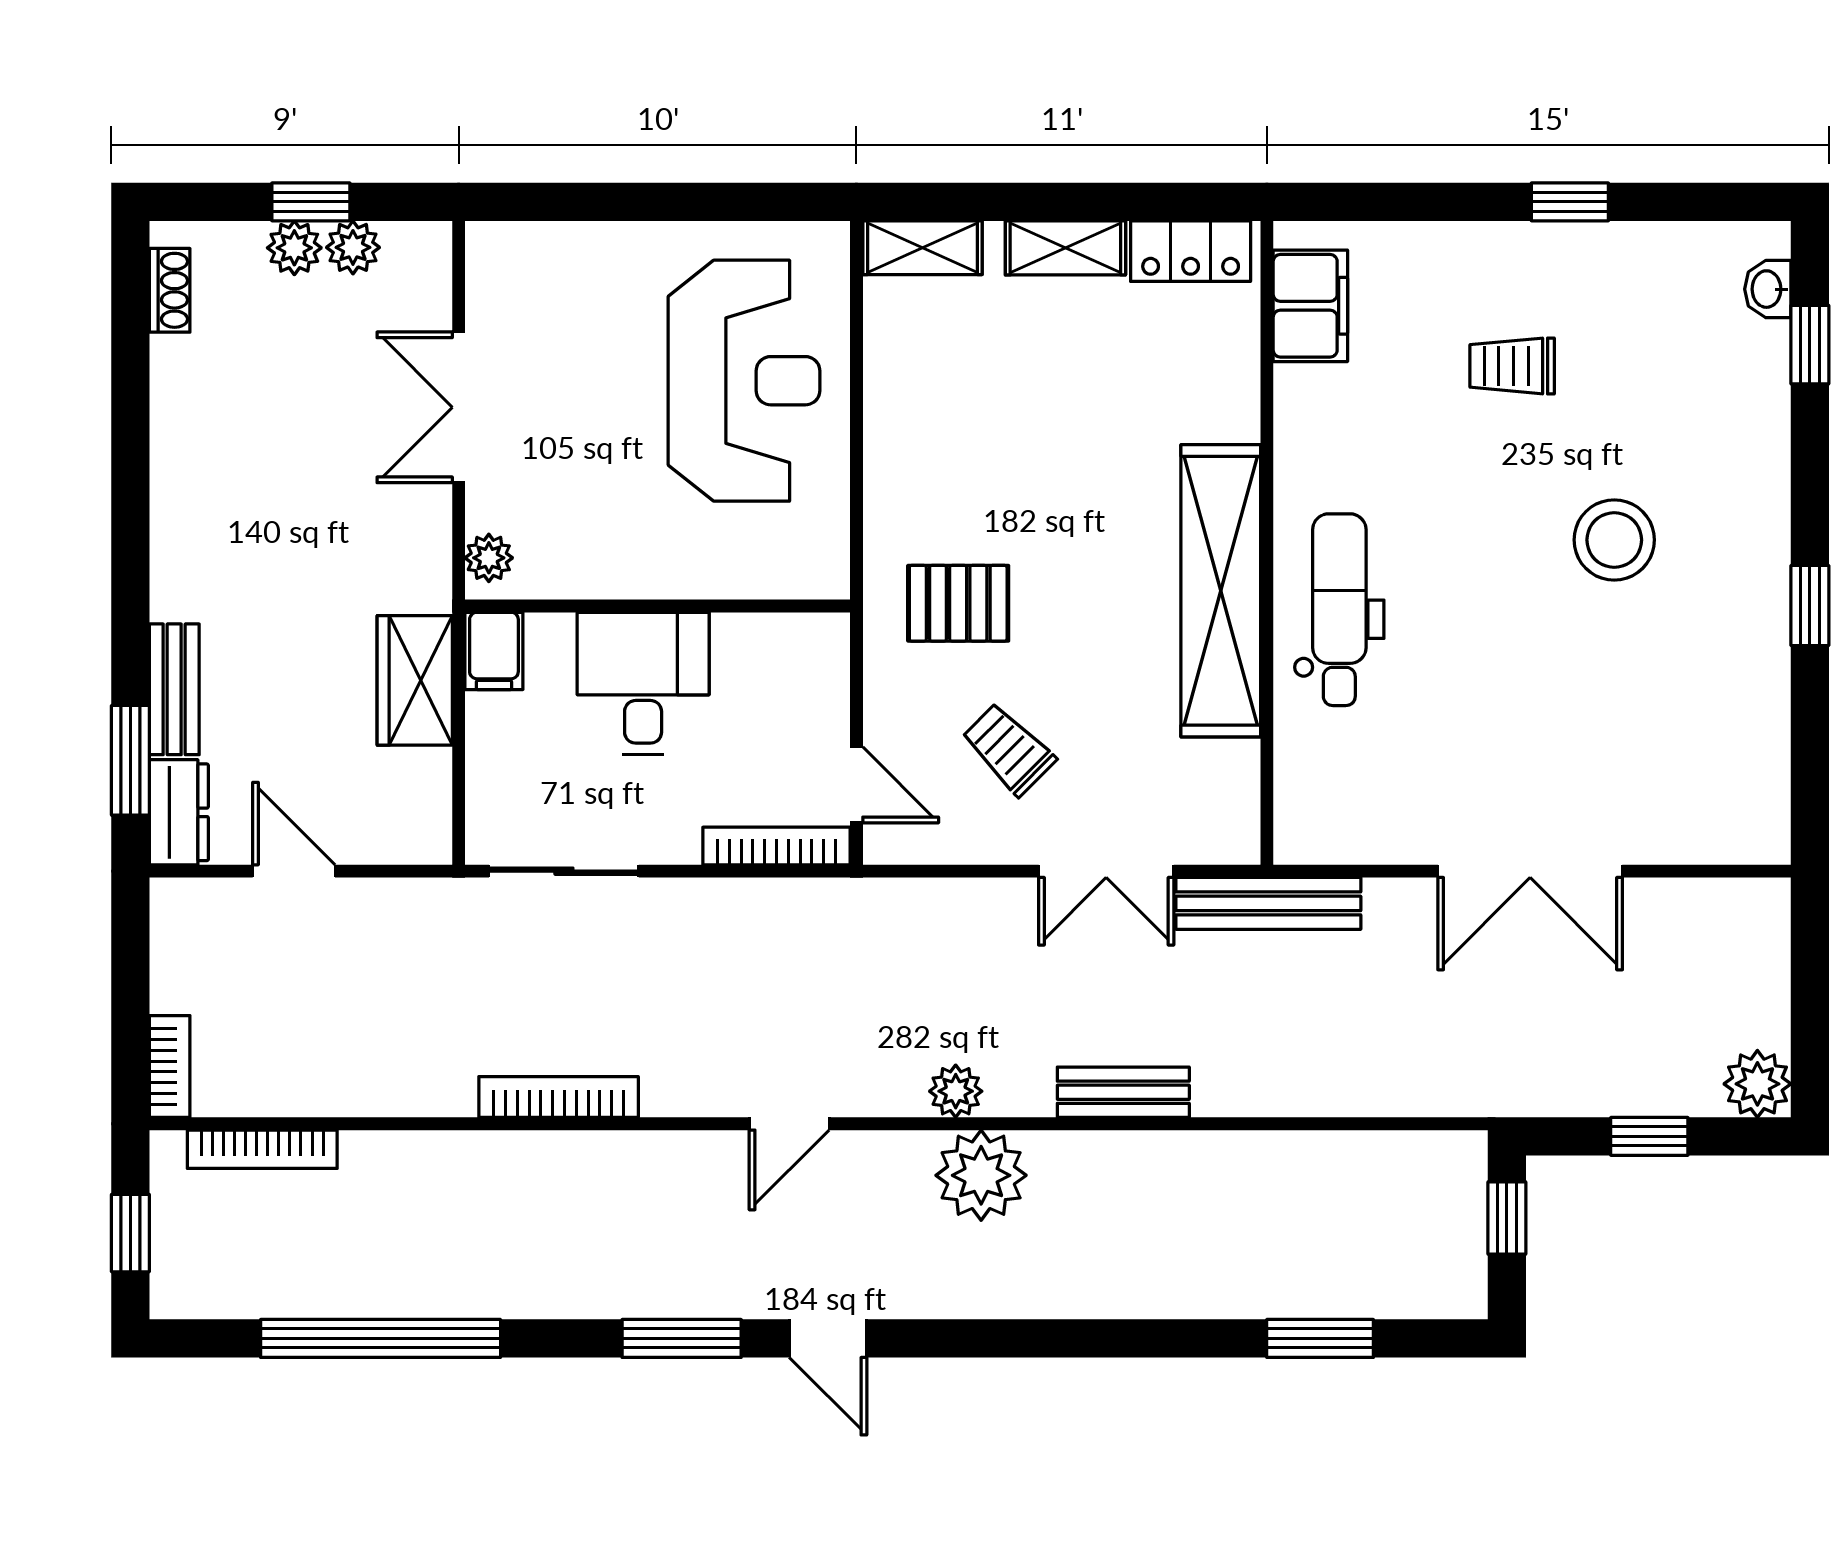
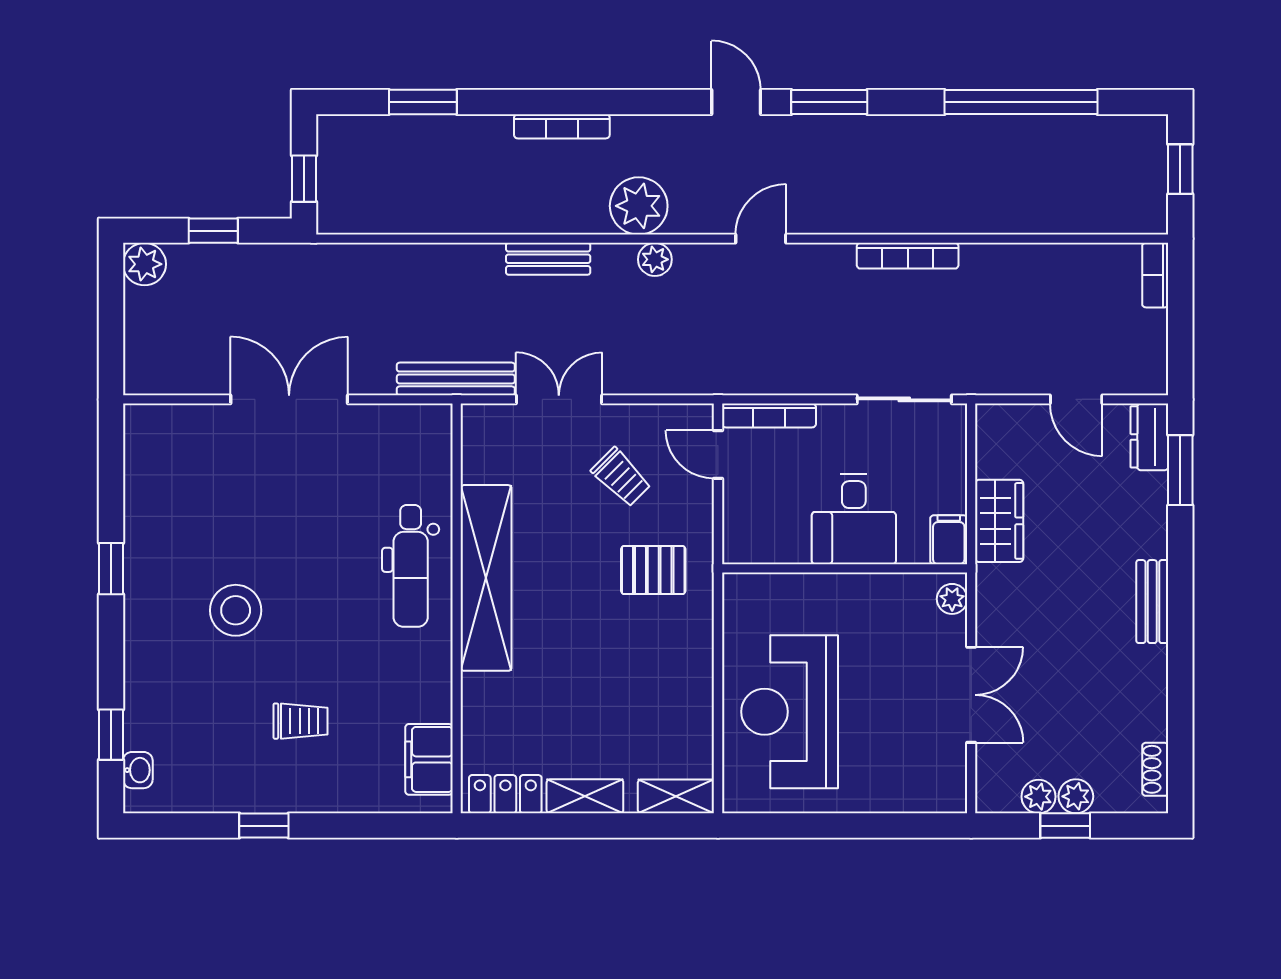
bench: (174, 689) -> (1152, 602), moved
bookcase: (262, 1149) -> (562, 126), moved, turned 180

